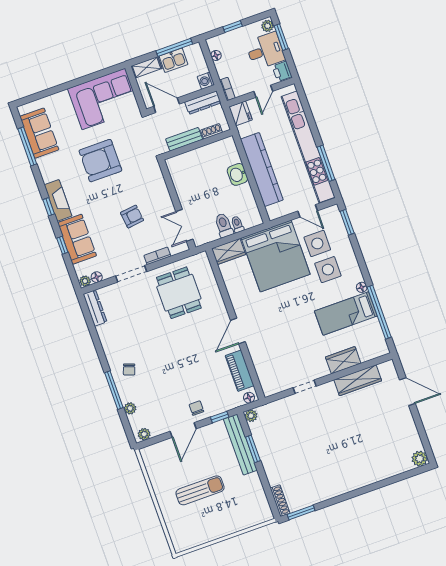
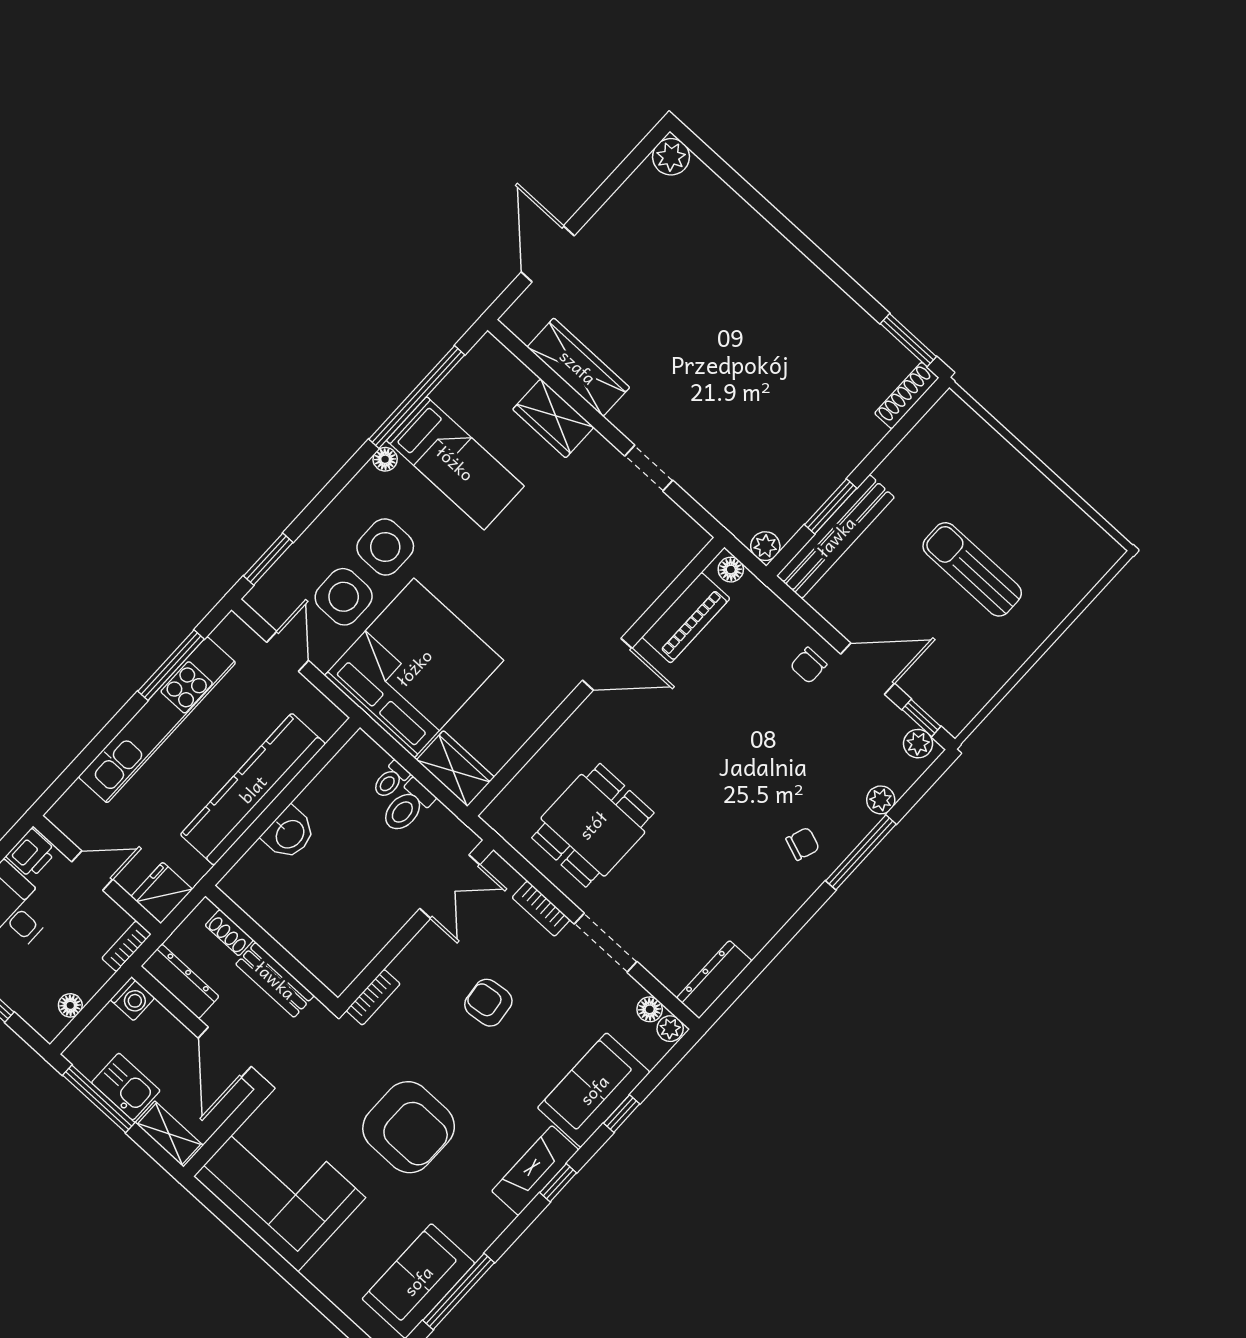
kitchen unit: (308, 147) -> (157, 720), width x0.73
bookcase: (158, 173) -> (373, 997), added
window: (220, 417) -> (921, 718), moved

